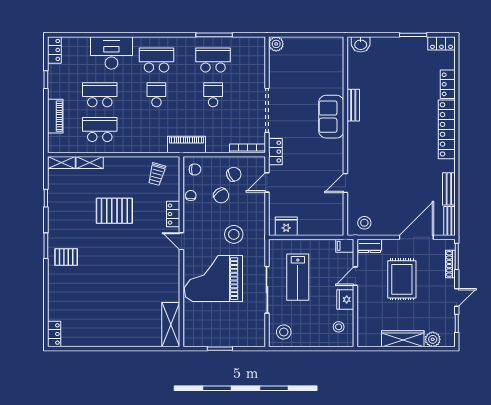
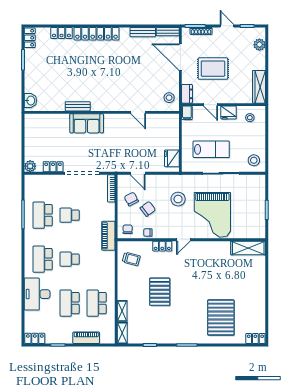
locker: (275, 152) -> (53, 167), moved
pallet: (66, 257) -> (221, 317), moved, width x2.05, depth x2.00
wardrobe: (403, 339) -> (259, 87), moved

